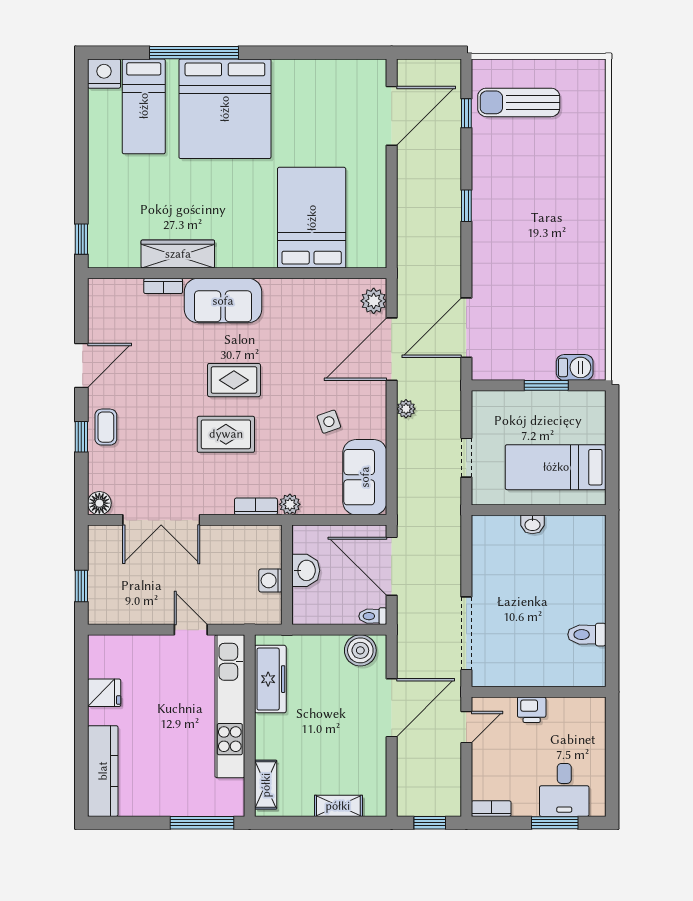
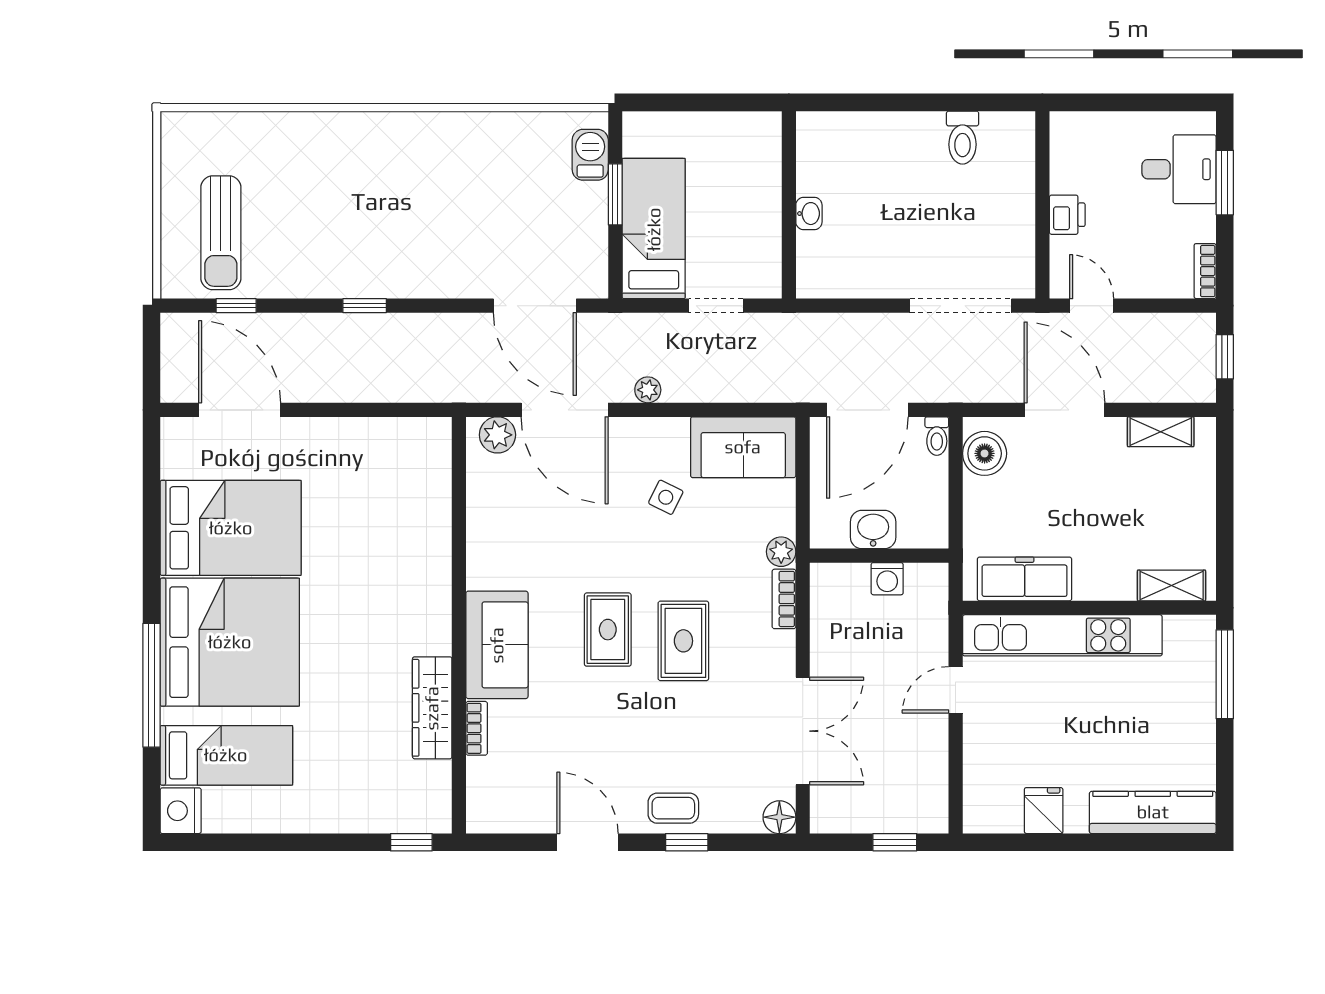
bed: (312, 218) -> (231, 528), moved, turned 180
side table: (329, 422) -> (666, 497), turned 45
bed: (556, 467) -> (654, 229), moved, turned 180
shelving: (338, 806) -> (1161, 432), moved, turned 90

